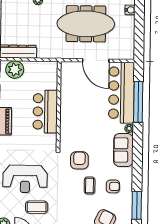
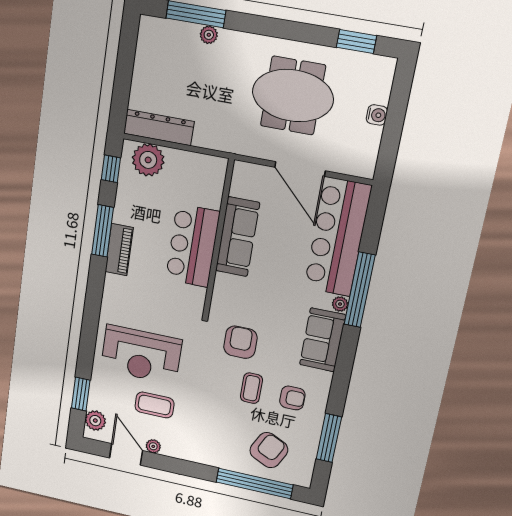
water cooler: (130, 10) -> (377, 115), moved
meeting table: (86, 24) -> (293, 96), width x0.73
sofa: (69, 102) -> (237, 237), added
window: (138, 102) -> (360, 290), moved

